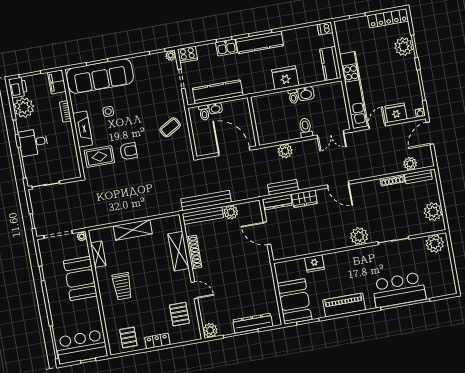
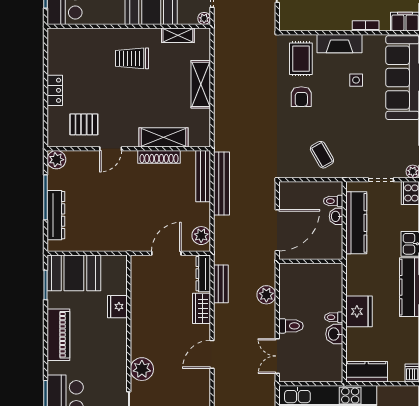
plant: (231, 212) -> (201, 236), moved
pallet: (128, 338) -> (66, 55), removed

